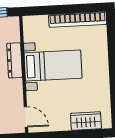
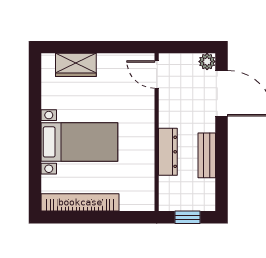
bed with nightstands: (53, 65) -> (79, 142), moved, turned 180

